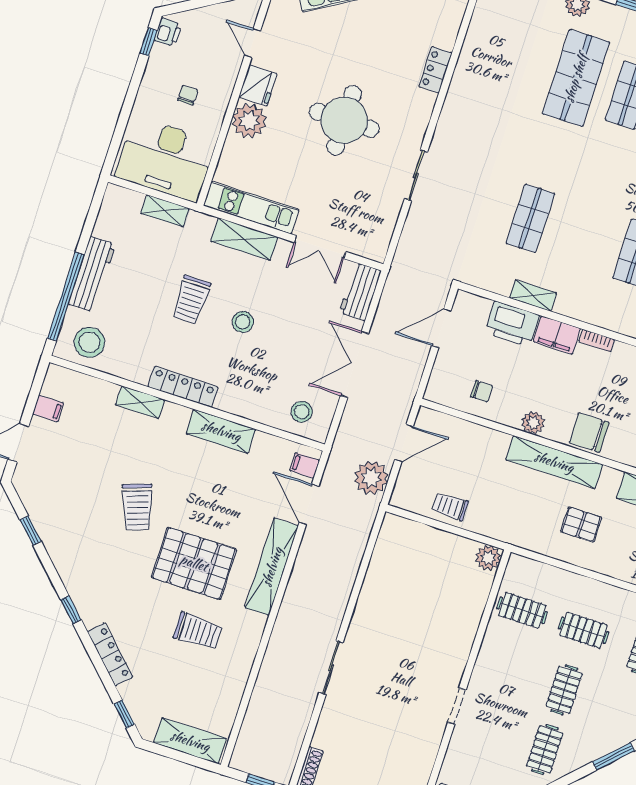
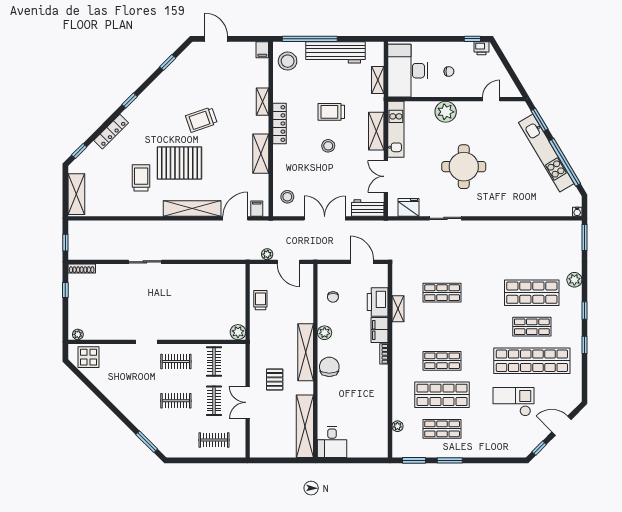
locker: (435, 70) -> (510, 210), removed
fridge: (258, 85) -> (408, 207), moved, turned 180
workbench: (92, 274) -> (335, 52), width x1.36, depth x1.32
filing cabinet: (48, 409) -> (262, 50), moved
plant: (371, 478) -> (267, 254), width x0.53, depth x0.53
pallet: (194, 563) -> (179, 163), turned 90
double door: (603, 578) -> (248, 402), added
trolley: (198, 631) -> (141, 178), turned 180
clothes rail: (545, 749) -> (176, 362), moved

